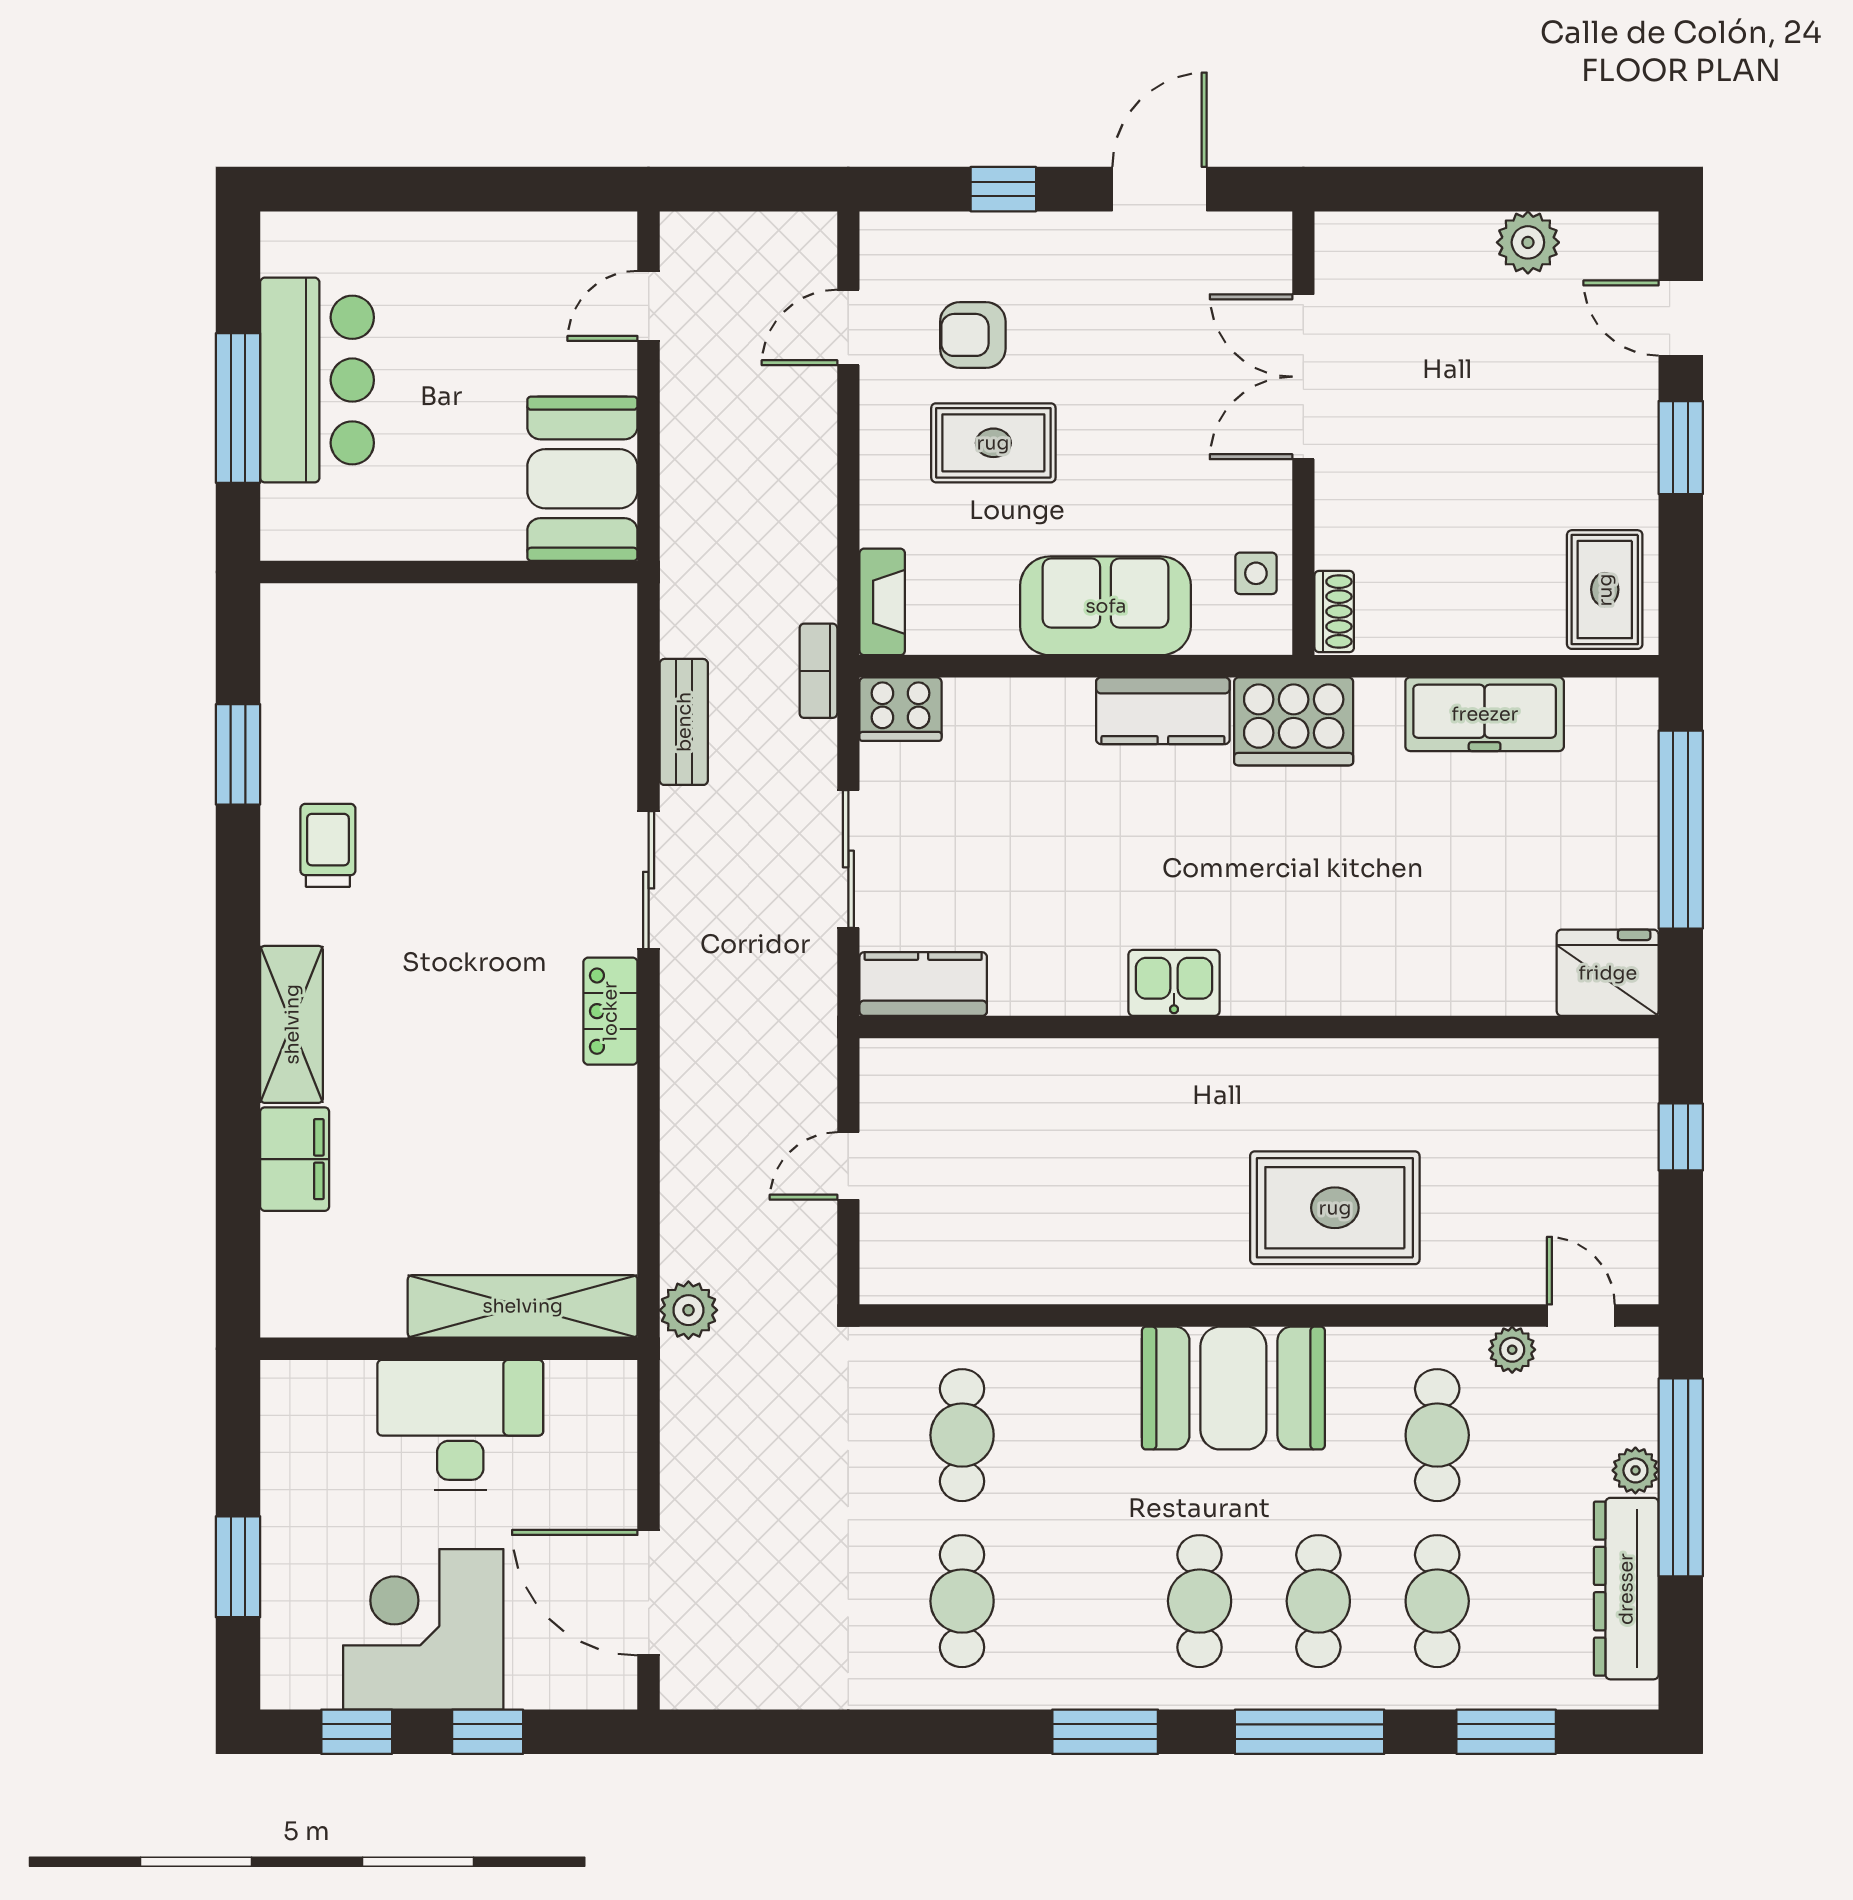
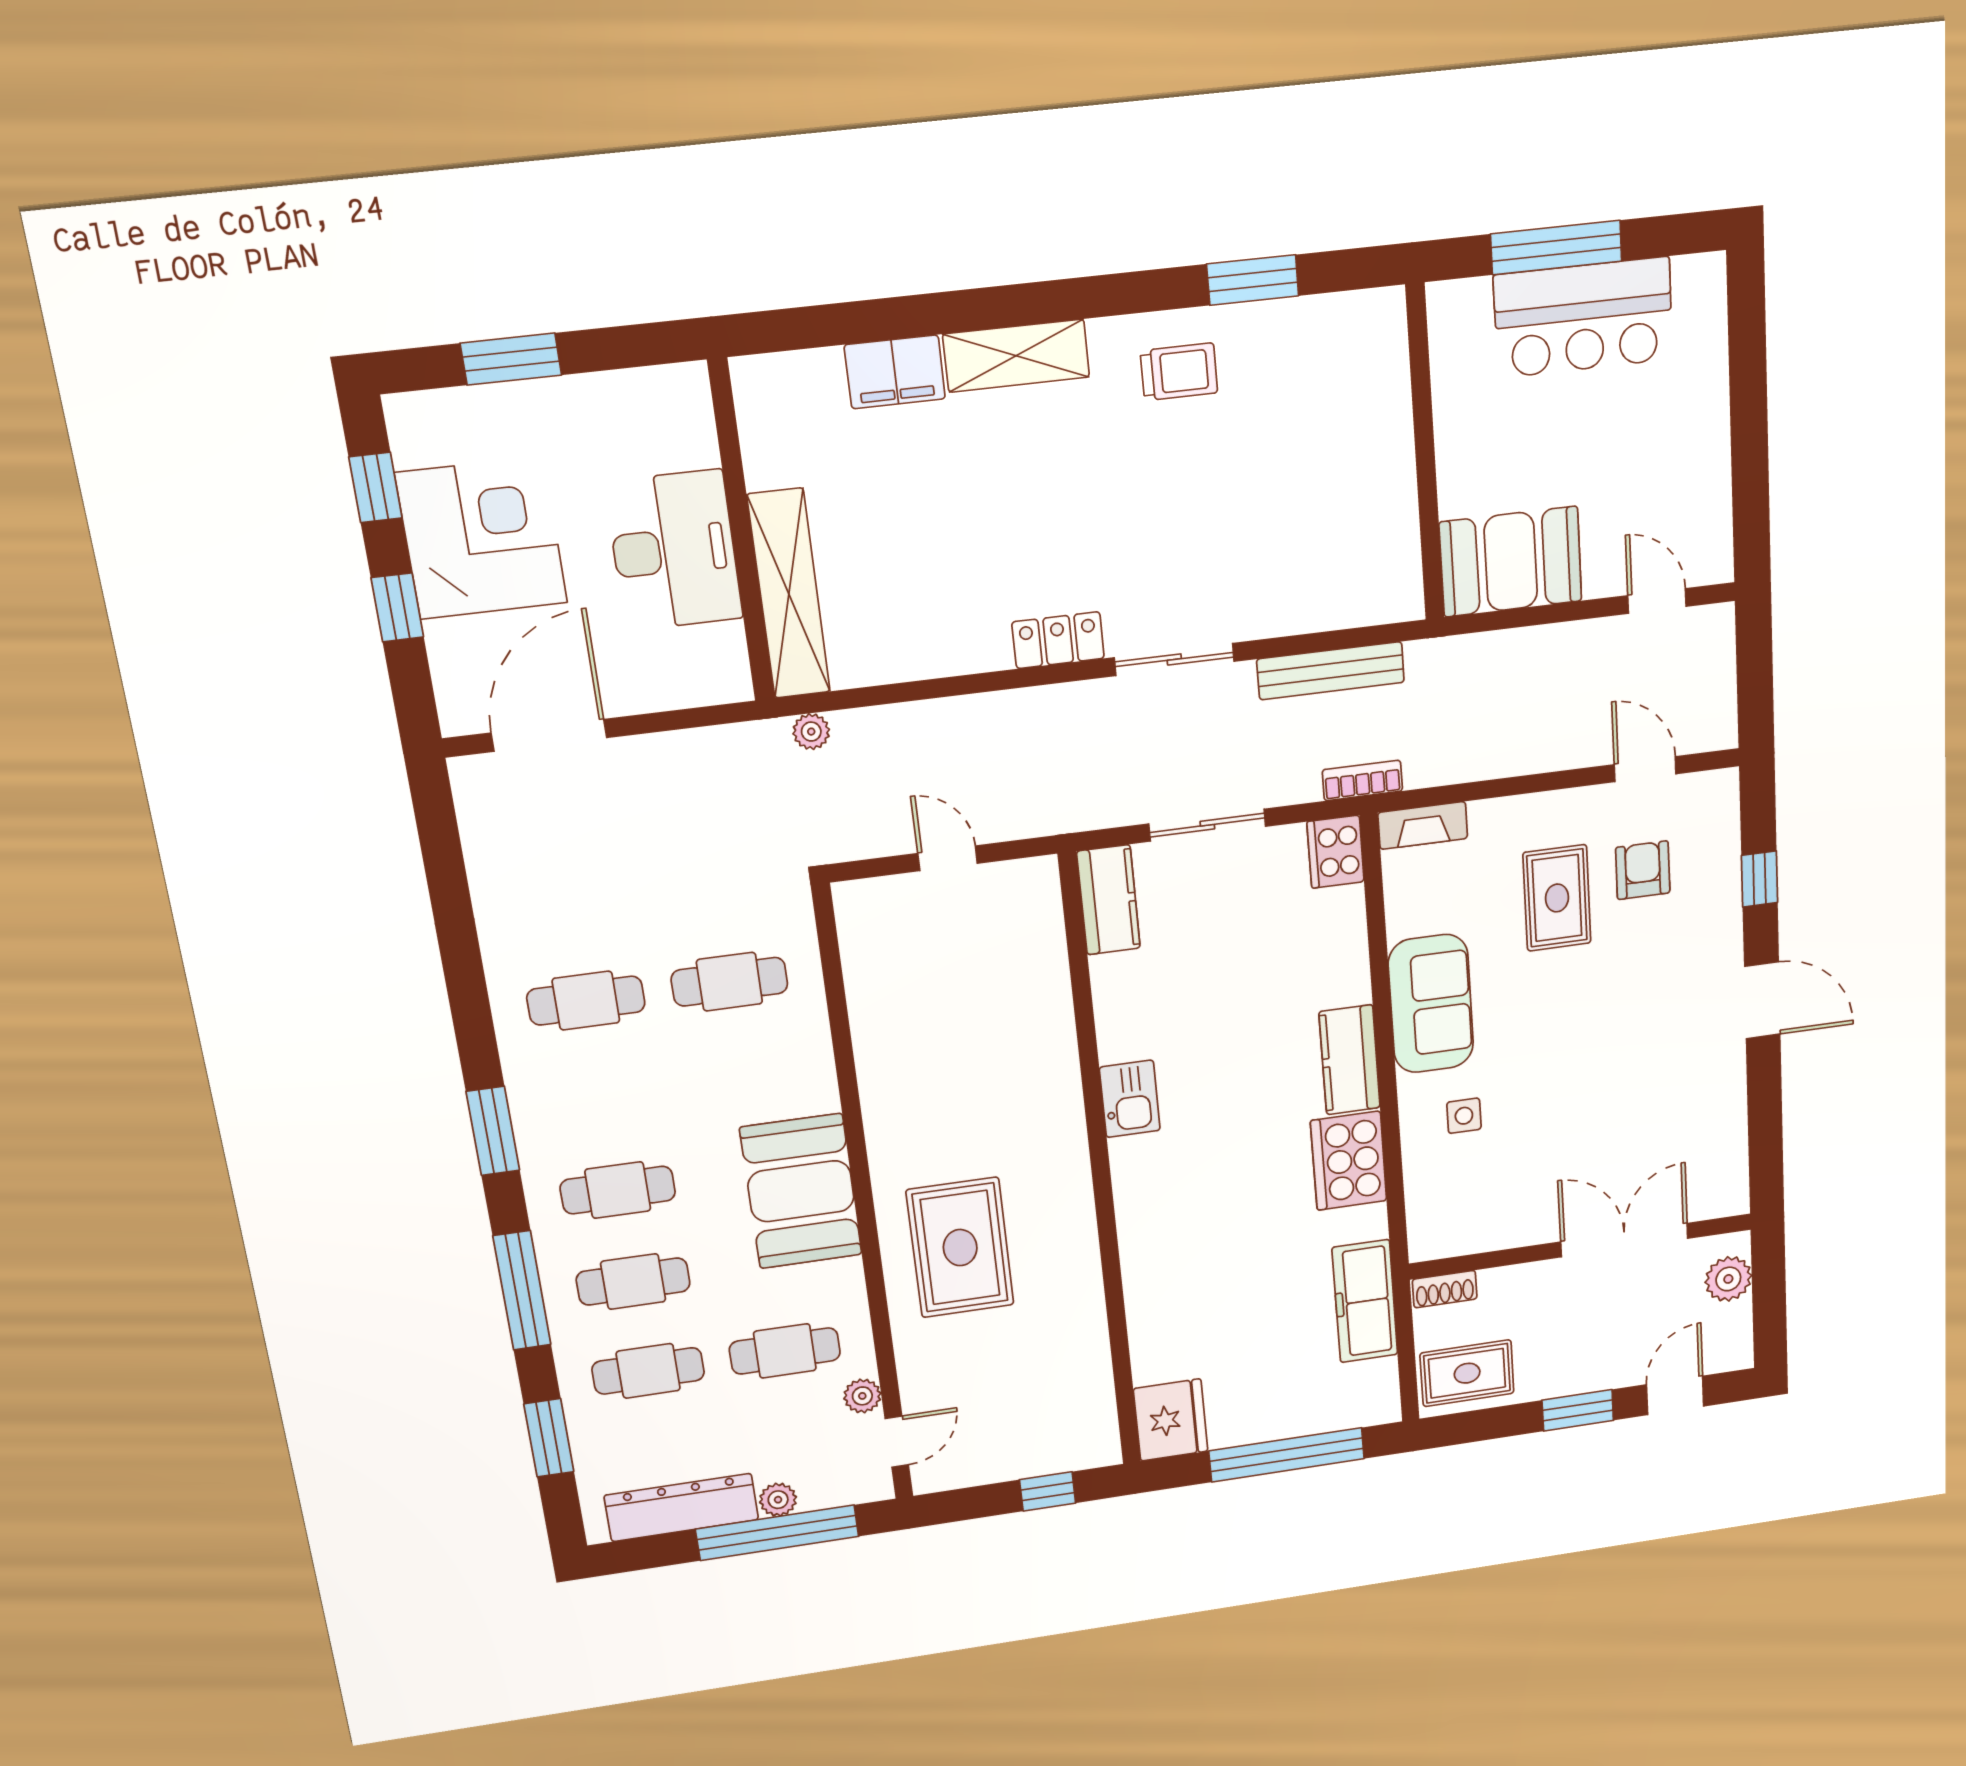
double door: (1303, 377) -> (1624, 1240), moved
wall: (1303, 433) -> (1581, 1246), moved
shoe rack: (1334, 612) -> (1445, 1289), moved
bench: (684, 722) -> (1331, 671), width x1.36
plant: (688, 1310) -> (811, 732), width x0.73, depth x0.73

